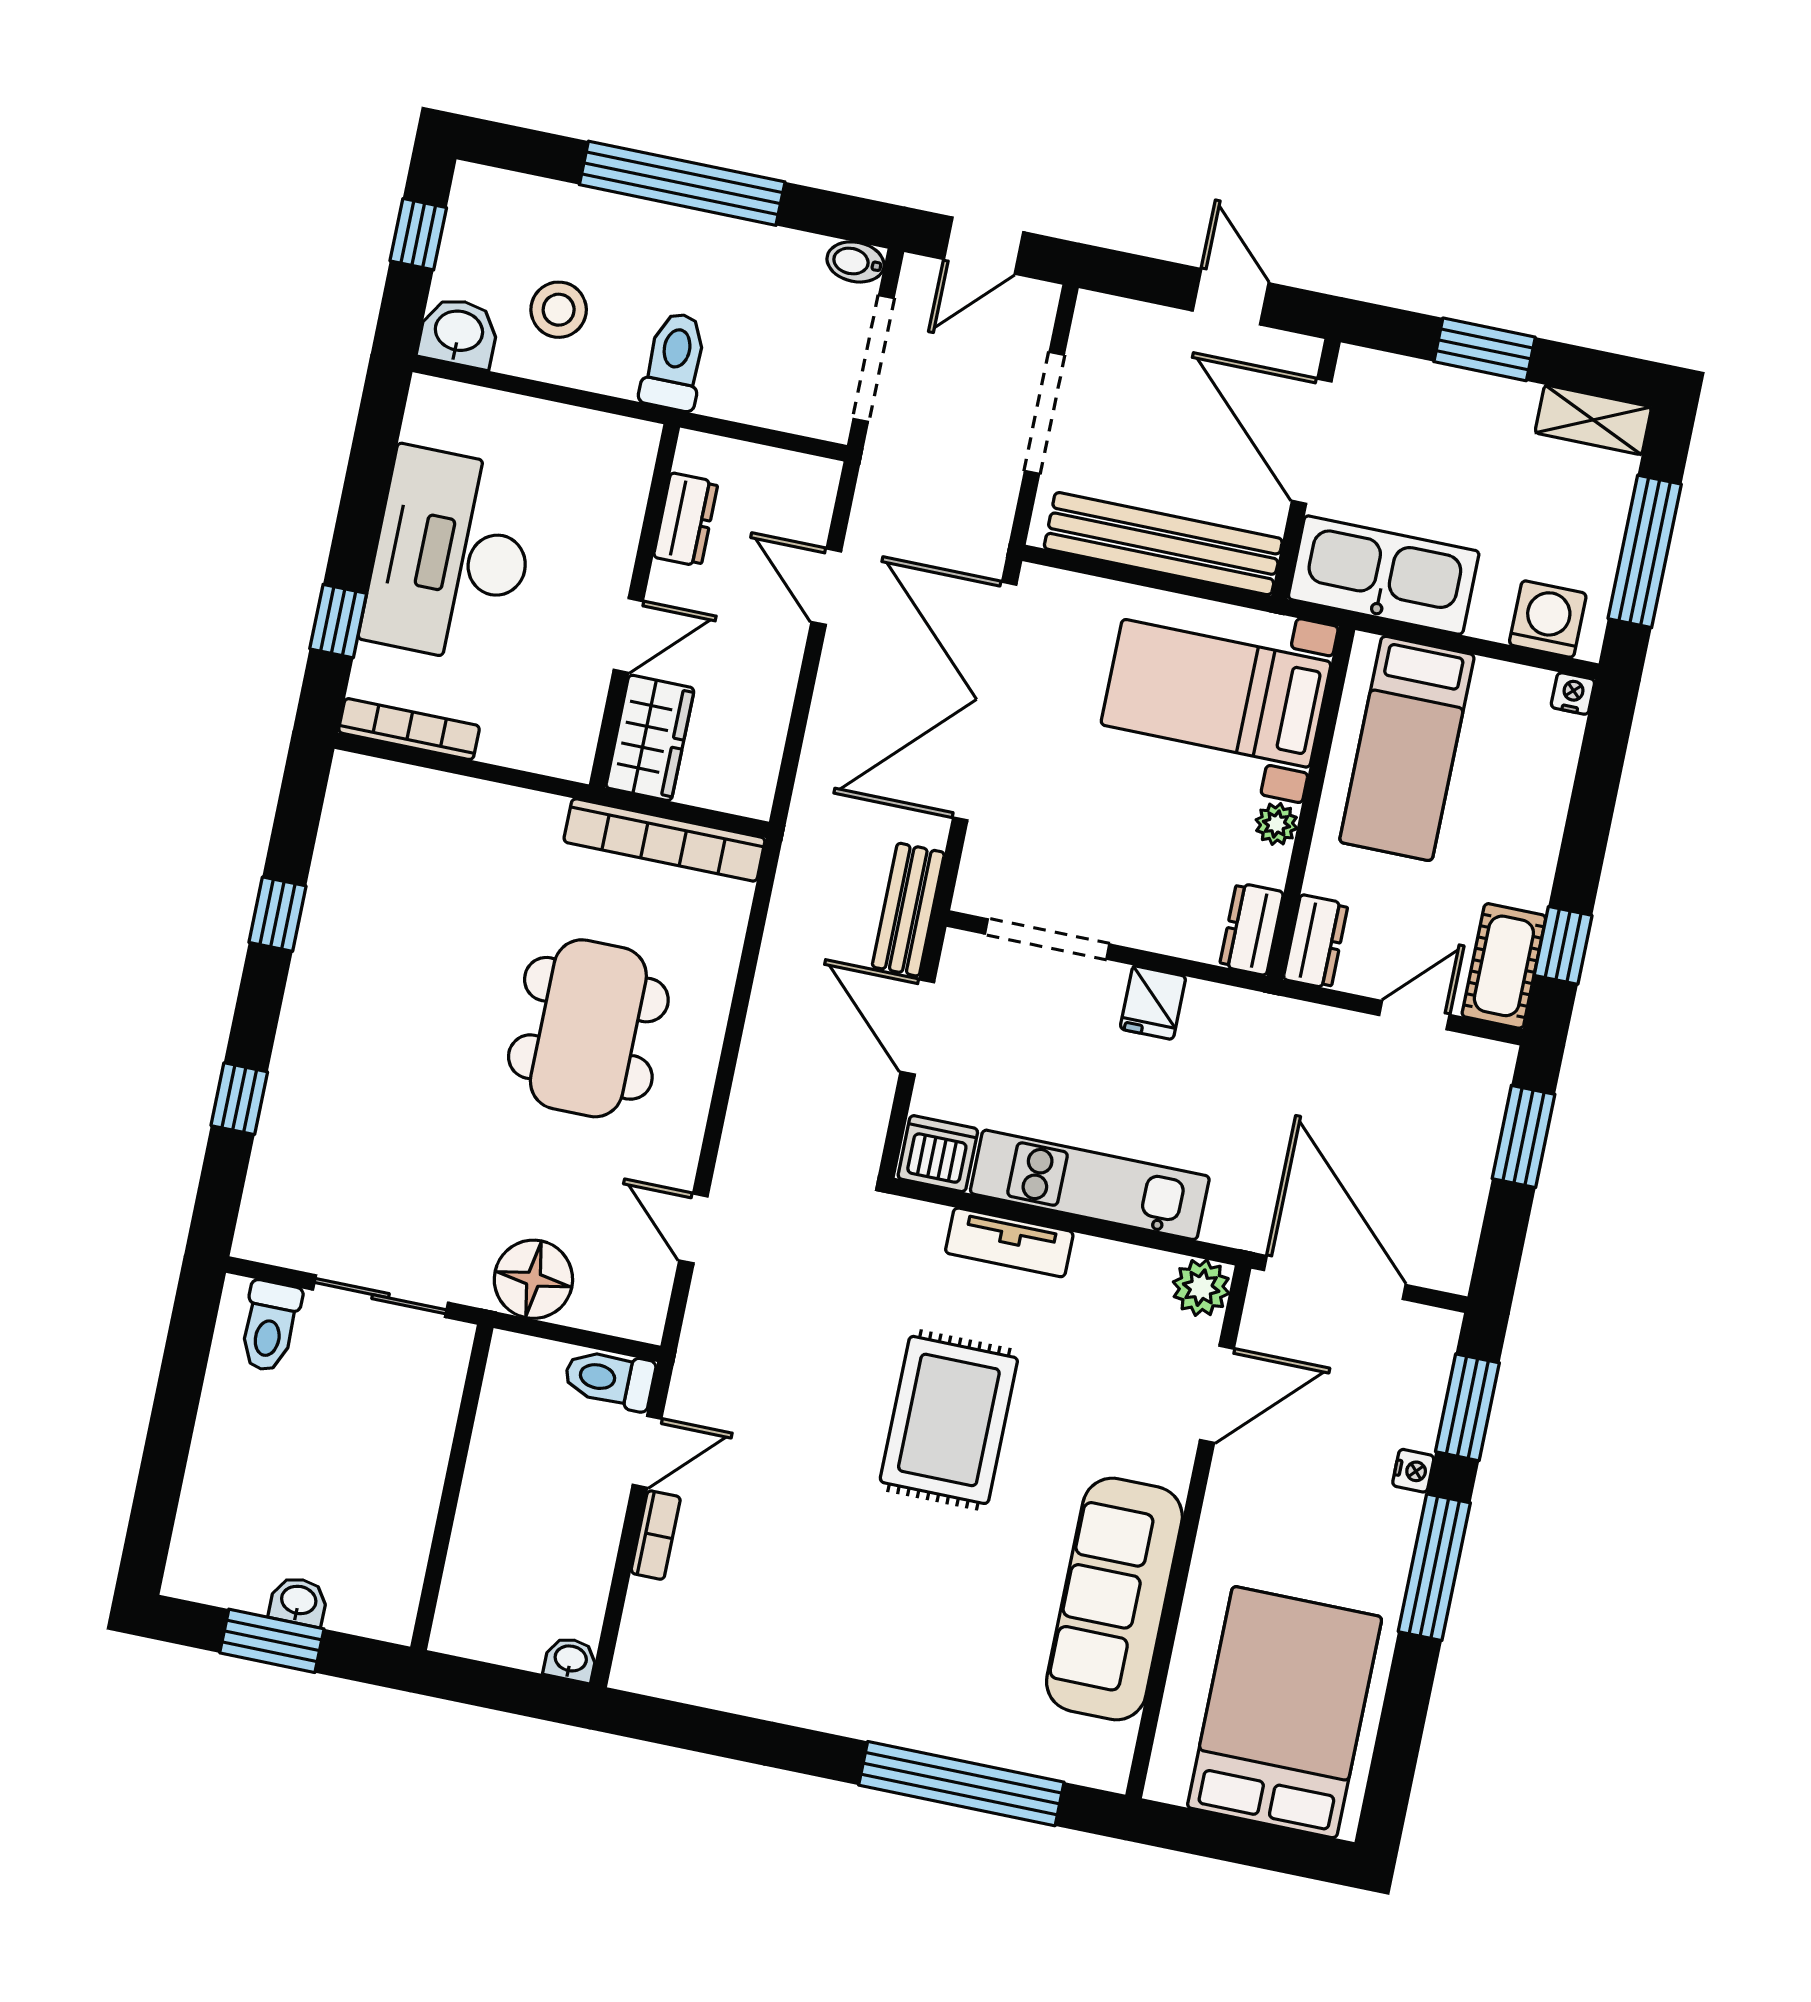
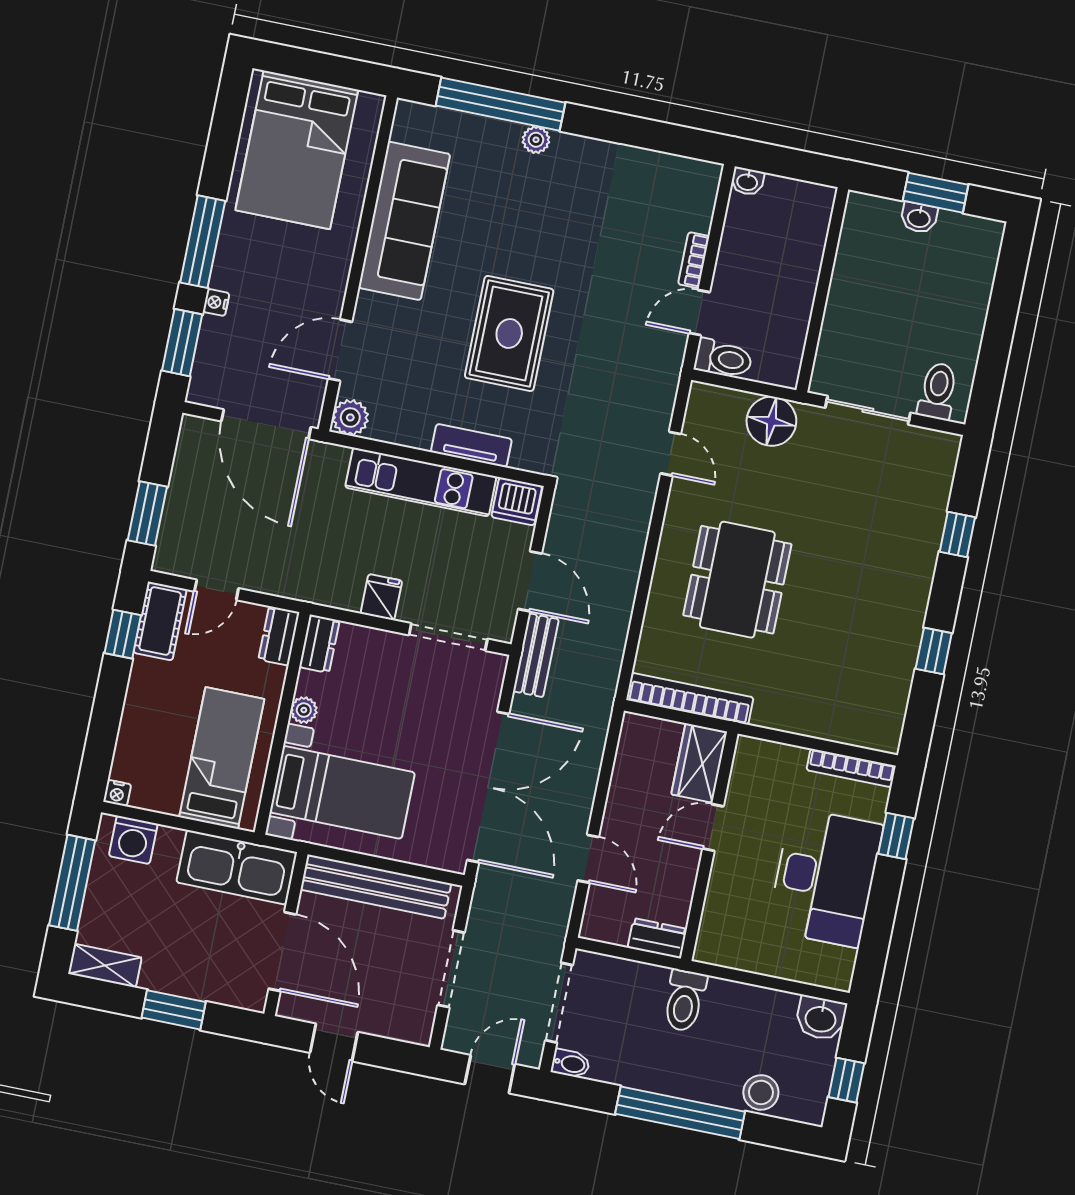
stool: (559, 310) -> (761, 1092), moved
dresser: (686, 520) -> (657, 938), moved, turned 90
plant: (905, 1727) -> (536, 140), added

